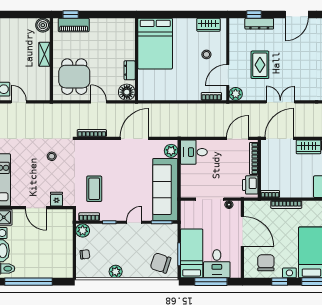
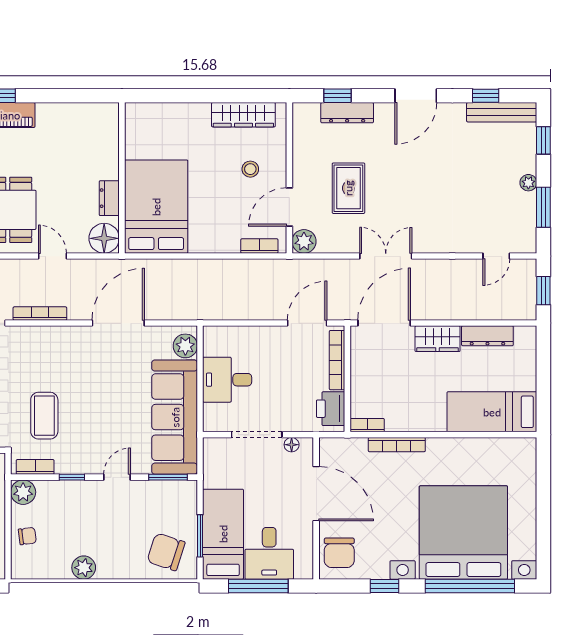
wardrobe: (208, 25) -> (243, 115), width x1.50
bed: (155, 44) -> (156, 207), moved, turned 180
desk: (194, 152) -> (227, 380), moved
chair: (266, 263) -> (339, 553), moved, turned 180

